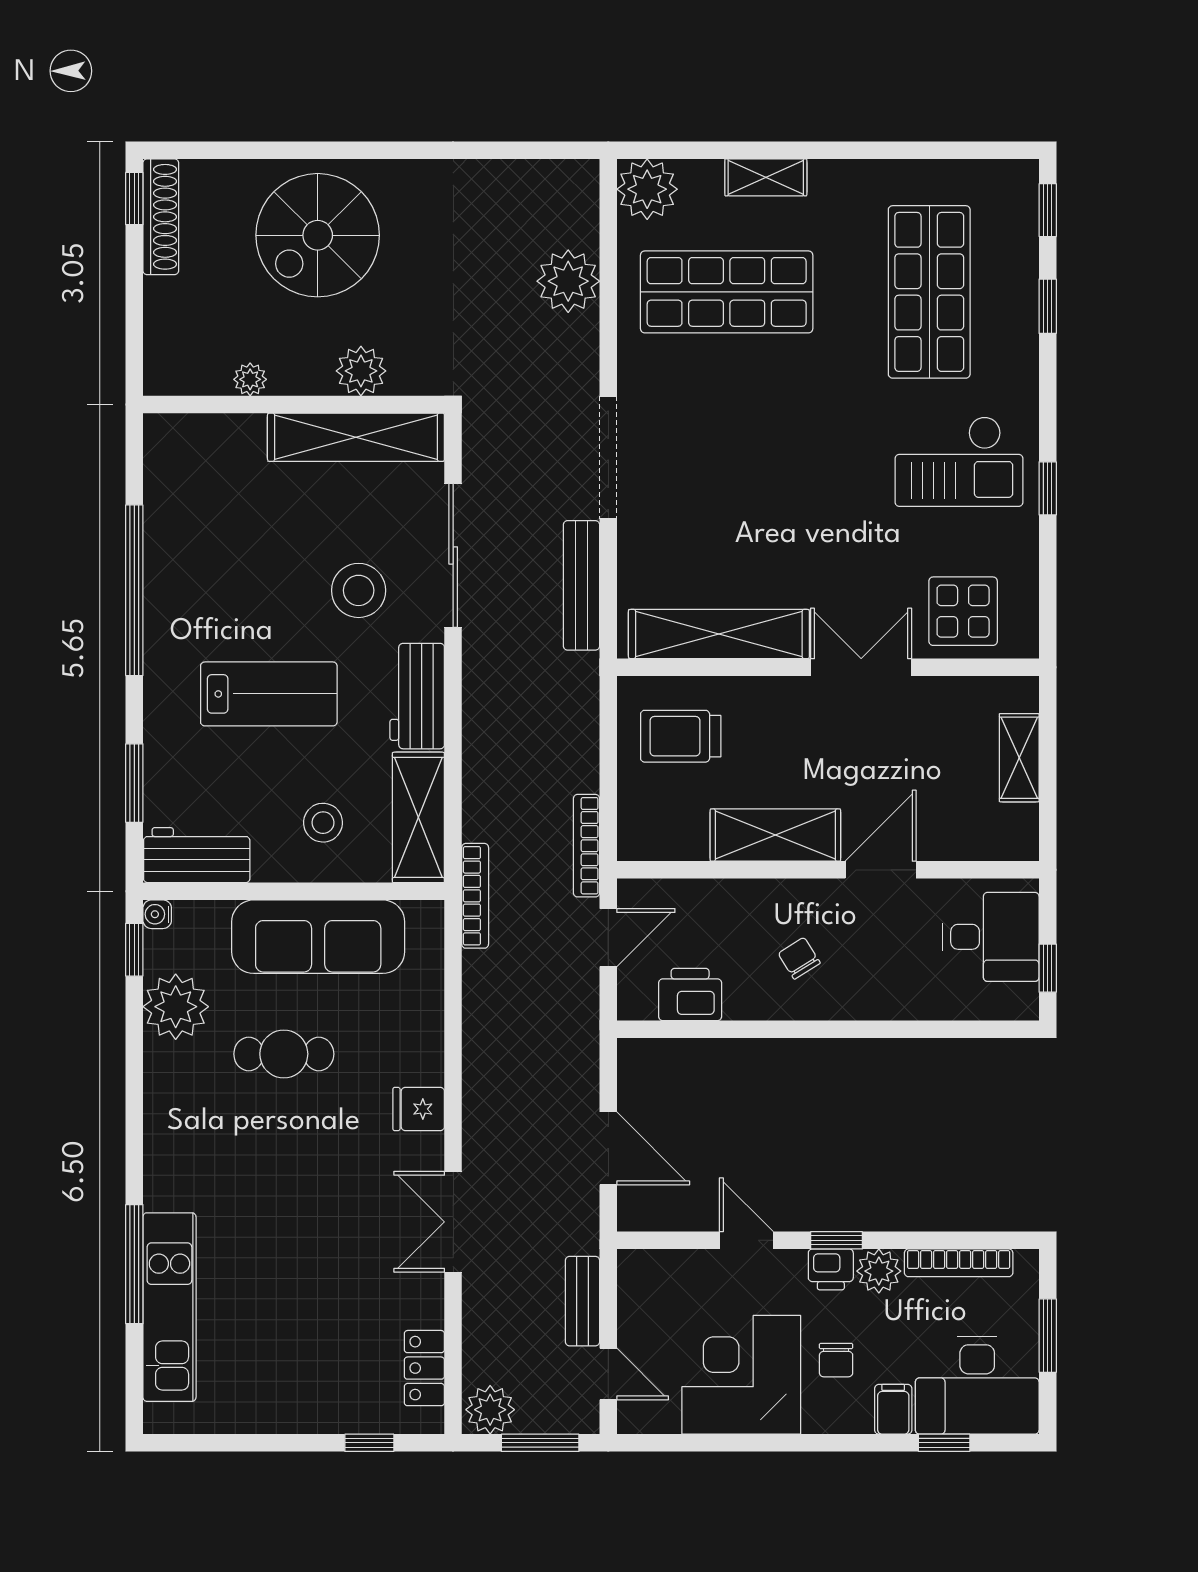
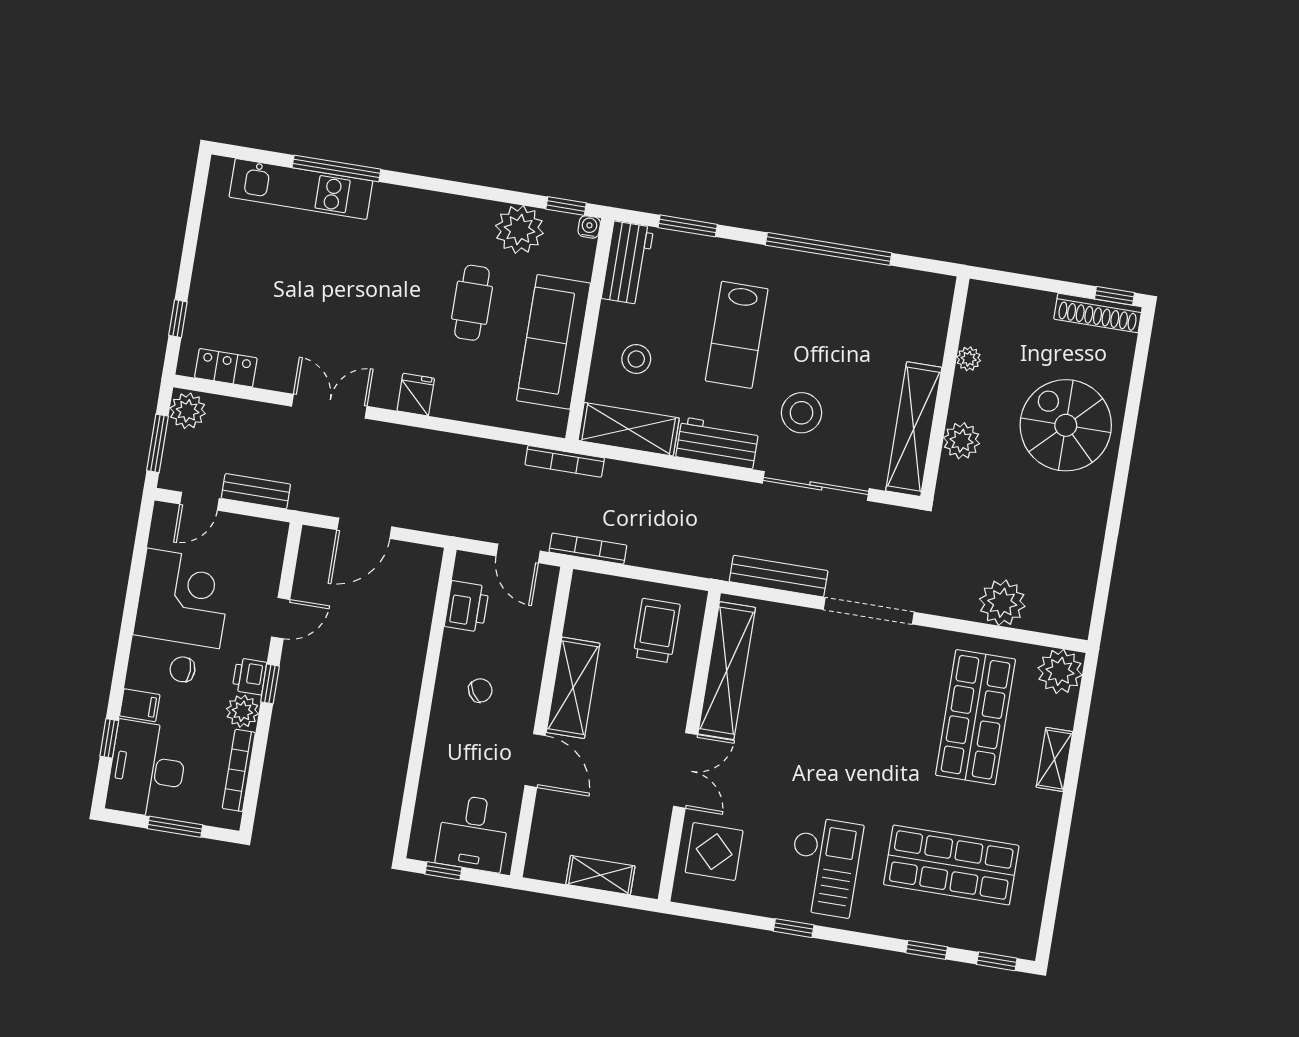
checkout: (959, 462) -> (824, 867), turned 180

